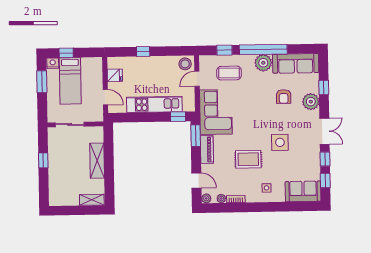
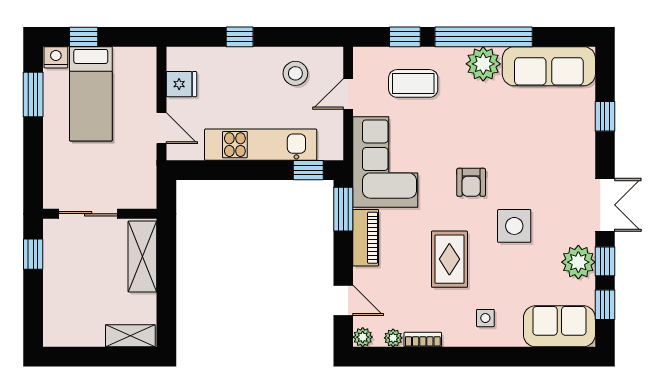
stool: (185, 64) -> (295, 73), moved
armchair: (284, 96) -> (471, 182), moved
plant: (311, 102) -> (578, 262), moved
sliding door: (70, 124) -> (88, 214), moved
wall: (75, 124) -> (100, 214), moved
rug: (248, 159) -> (449, 259), turned 90

